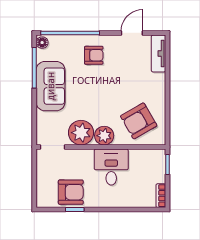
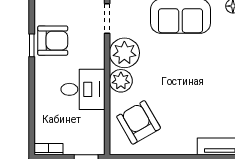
armchair: (94, 55) -> (218, 68), removed
armchair: (71, 192) -> (53, 41), turned -90

